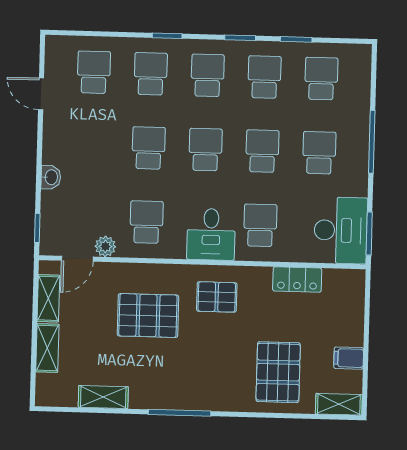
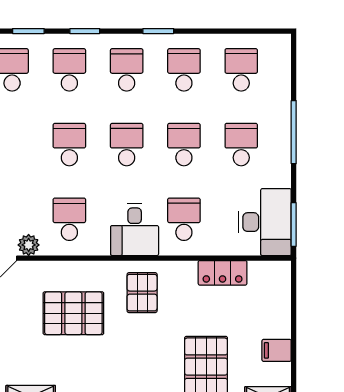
window: (296, 39) -> (28, 31), moved
pallet: (217, 297) -> (142, 293), turned 90

